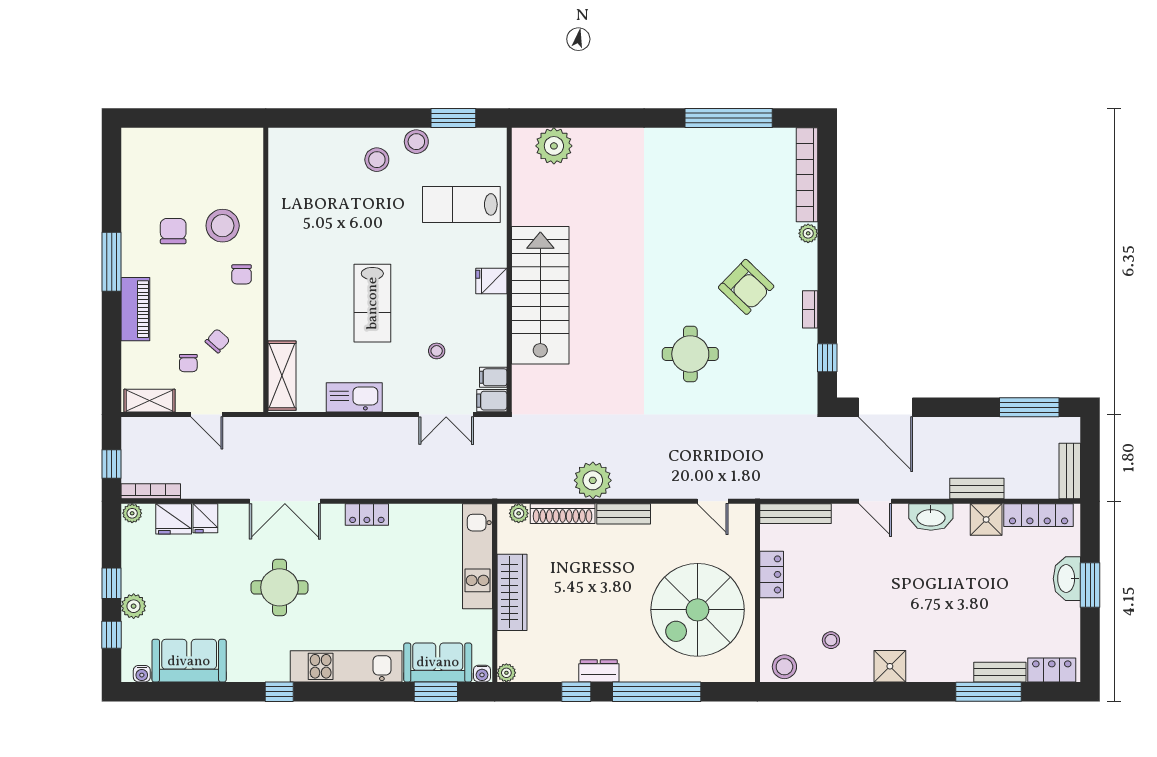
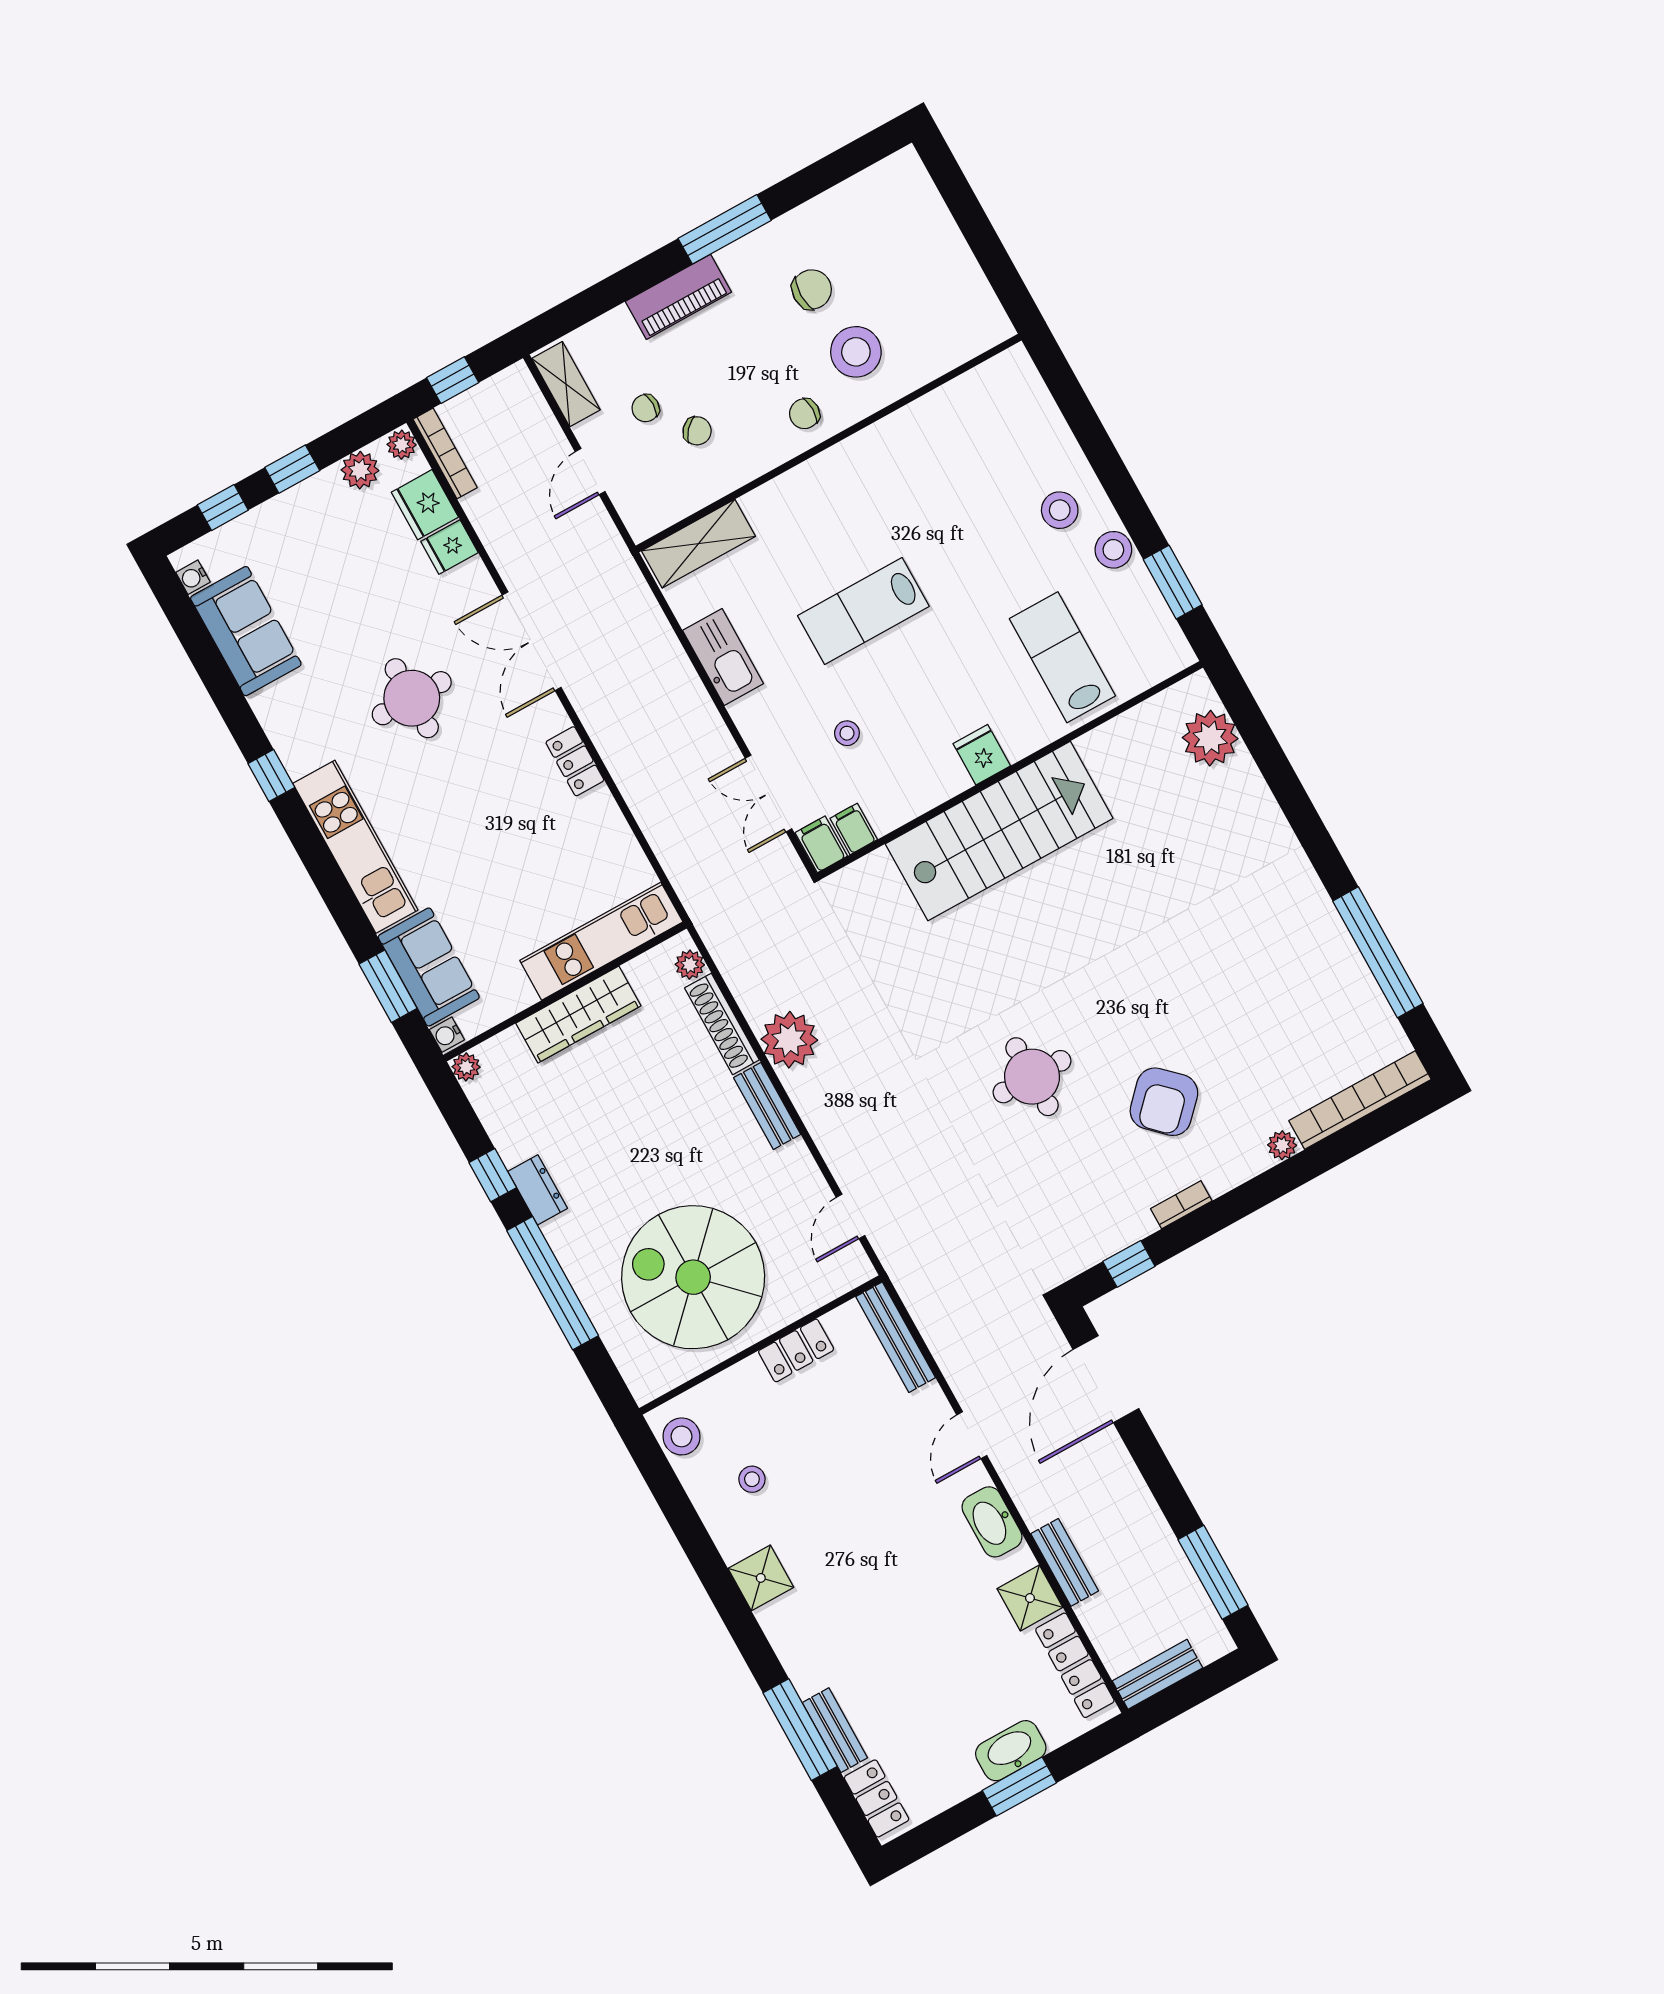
plant: (134, 606) -> (360, 470), moved

